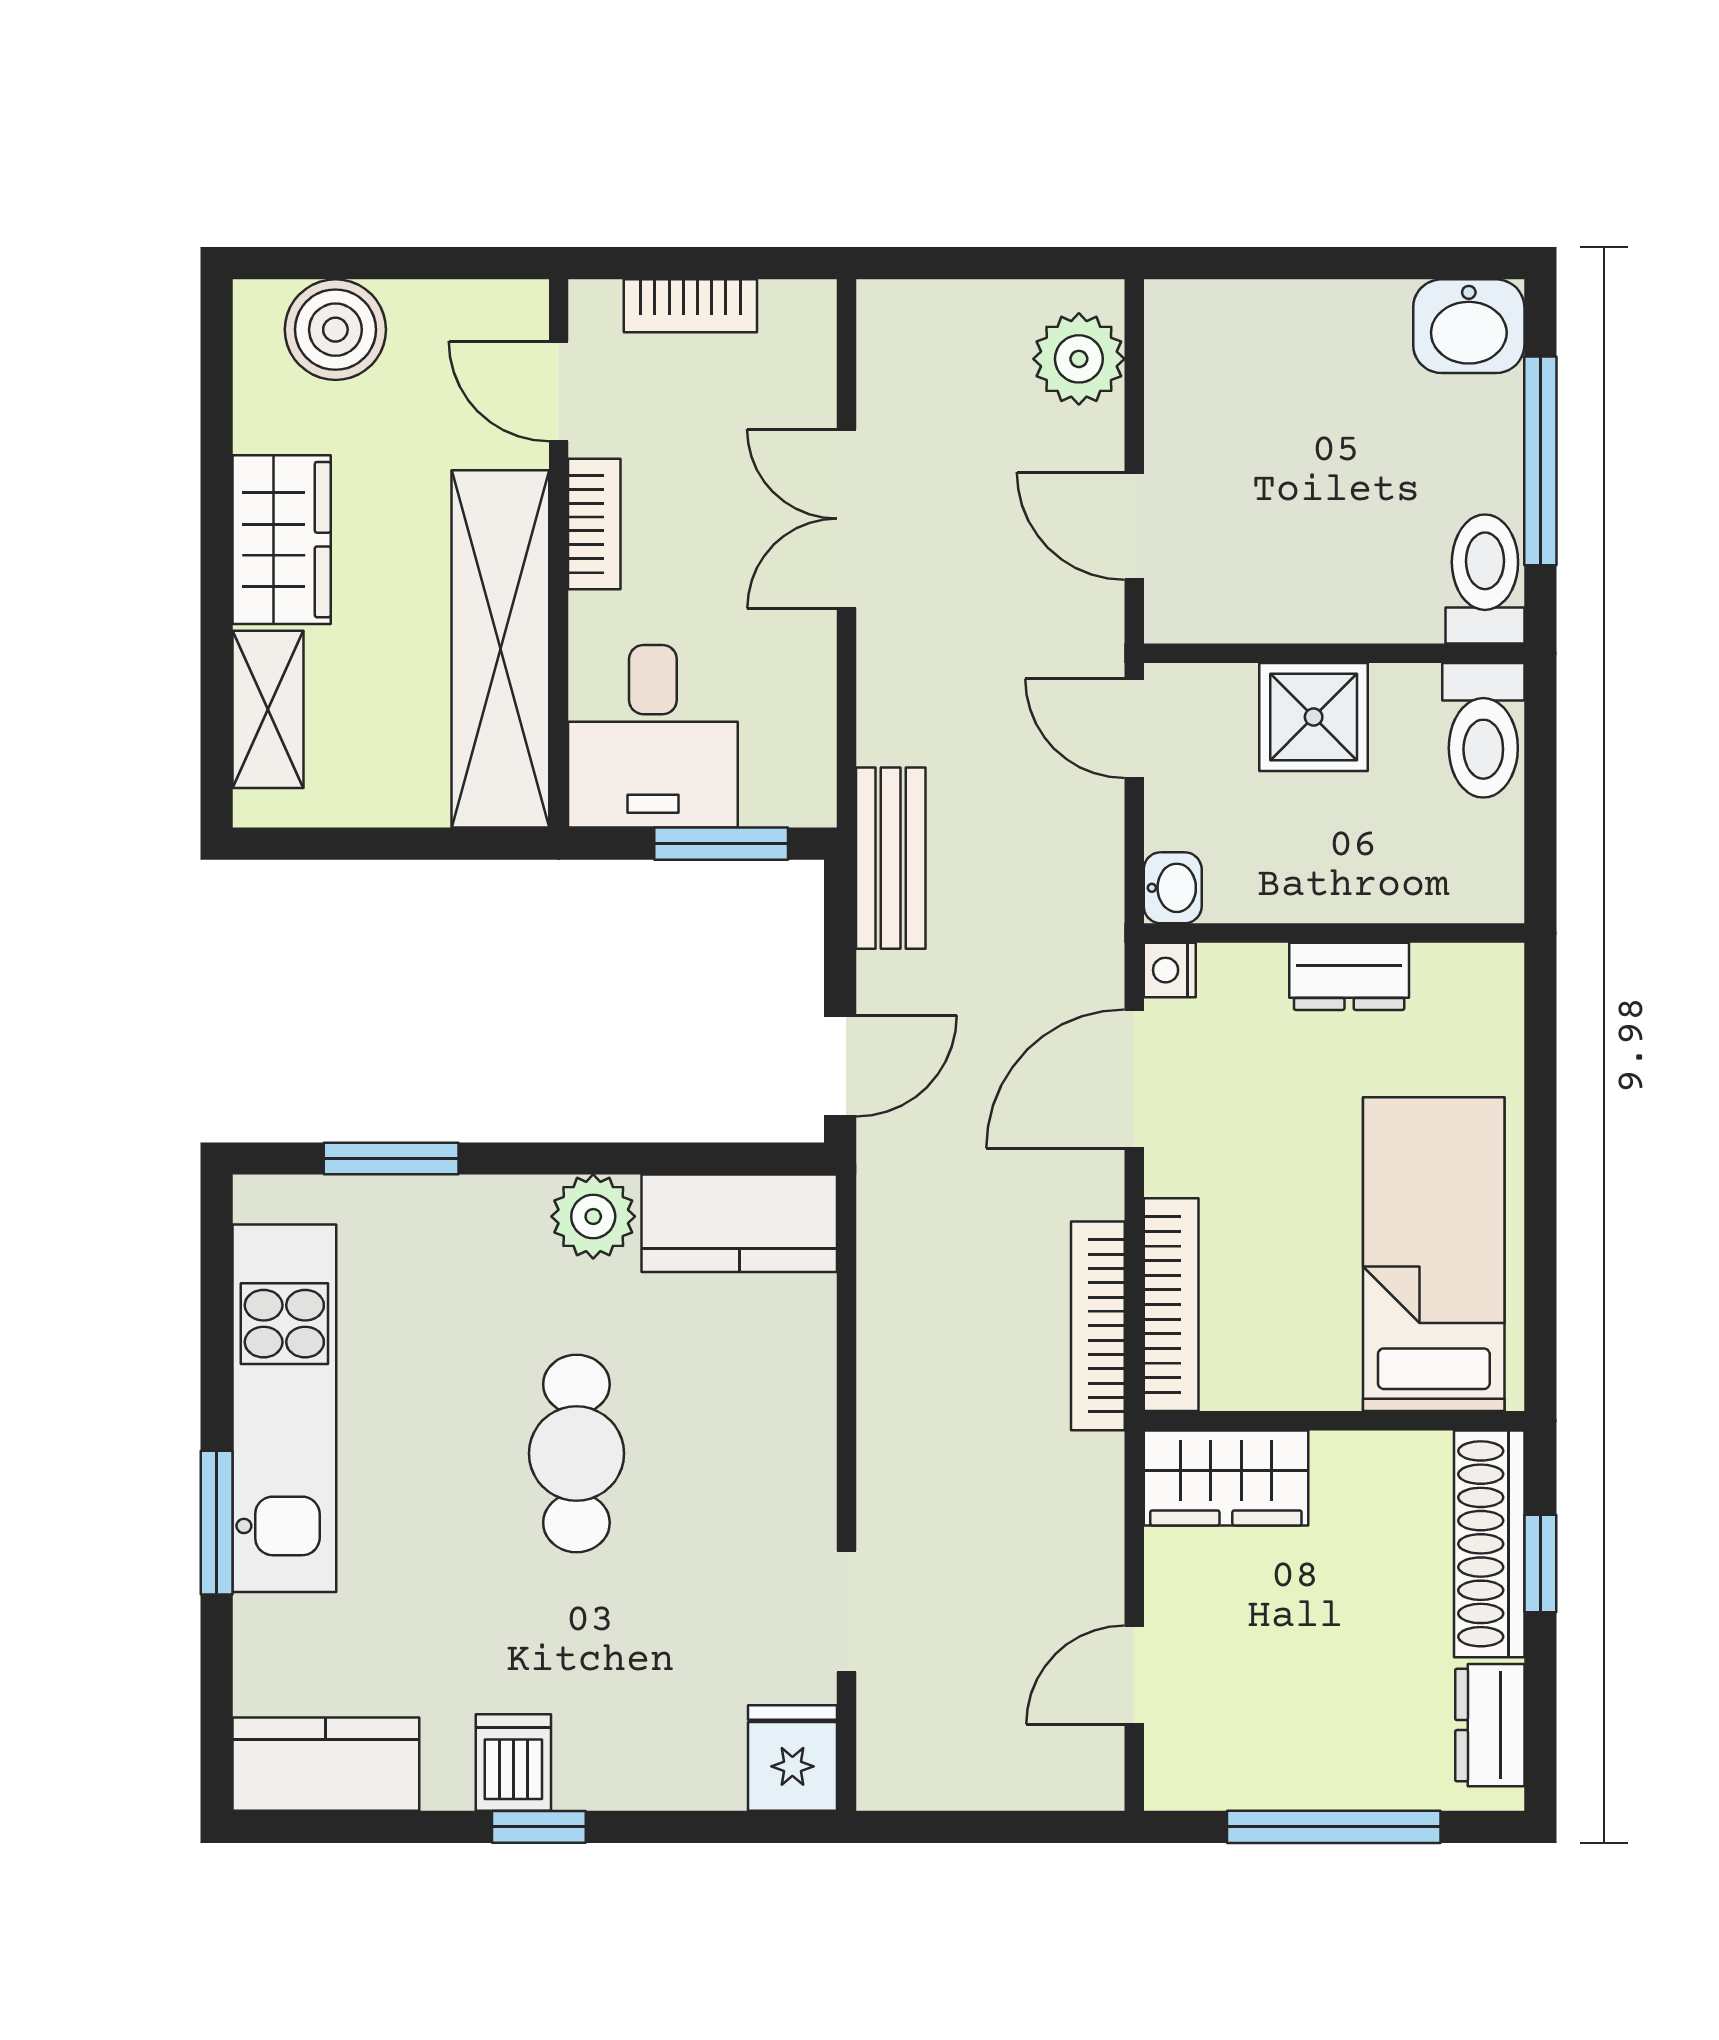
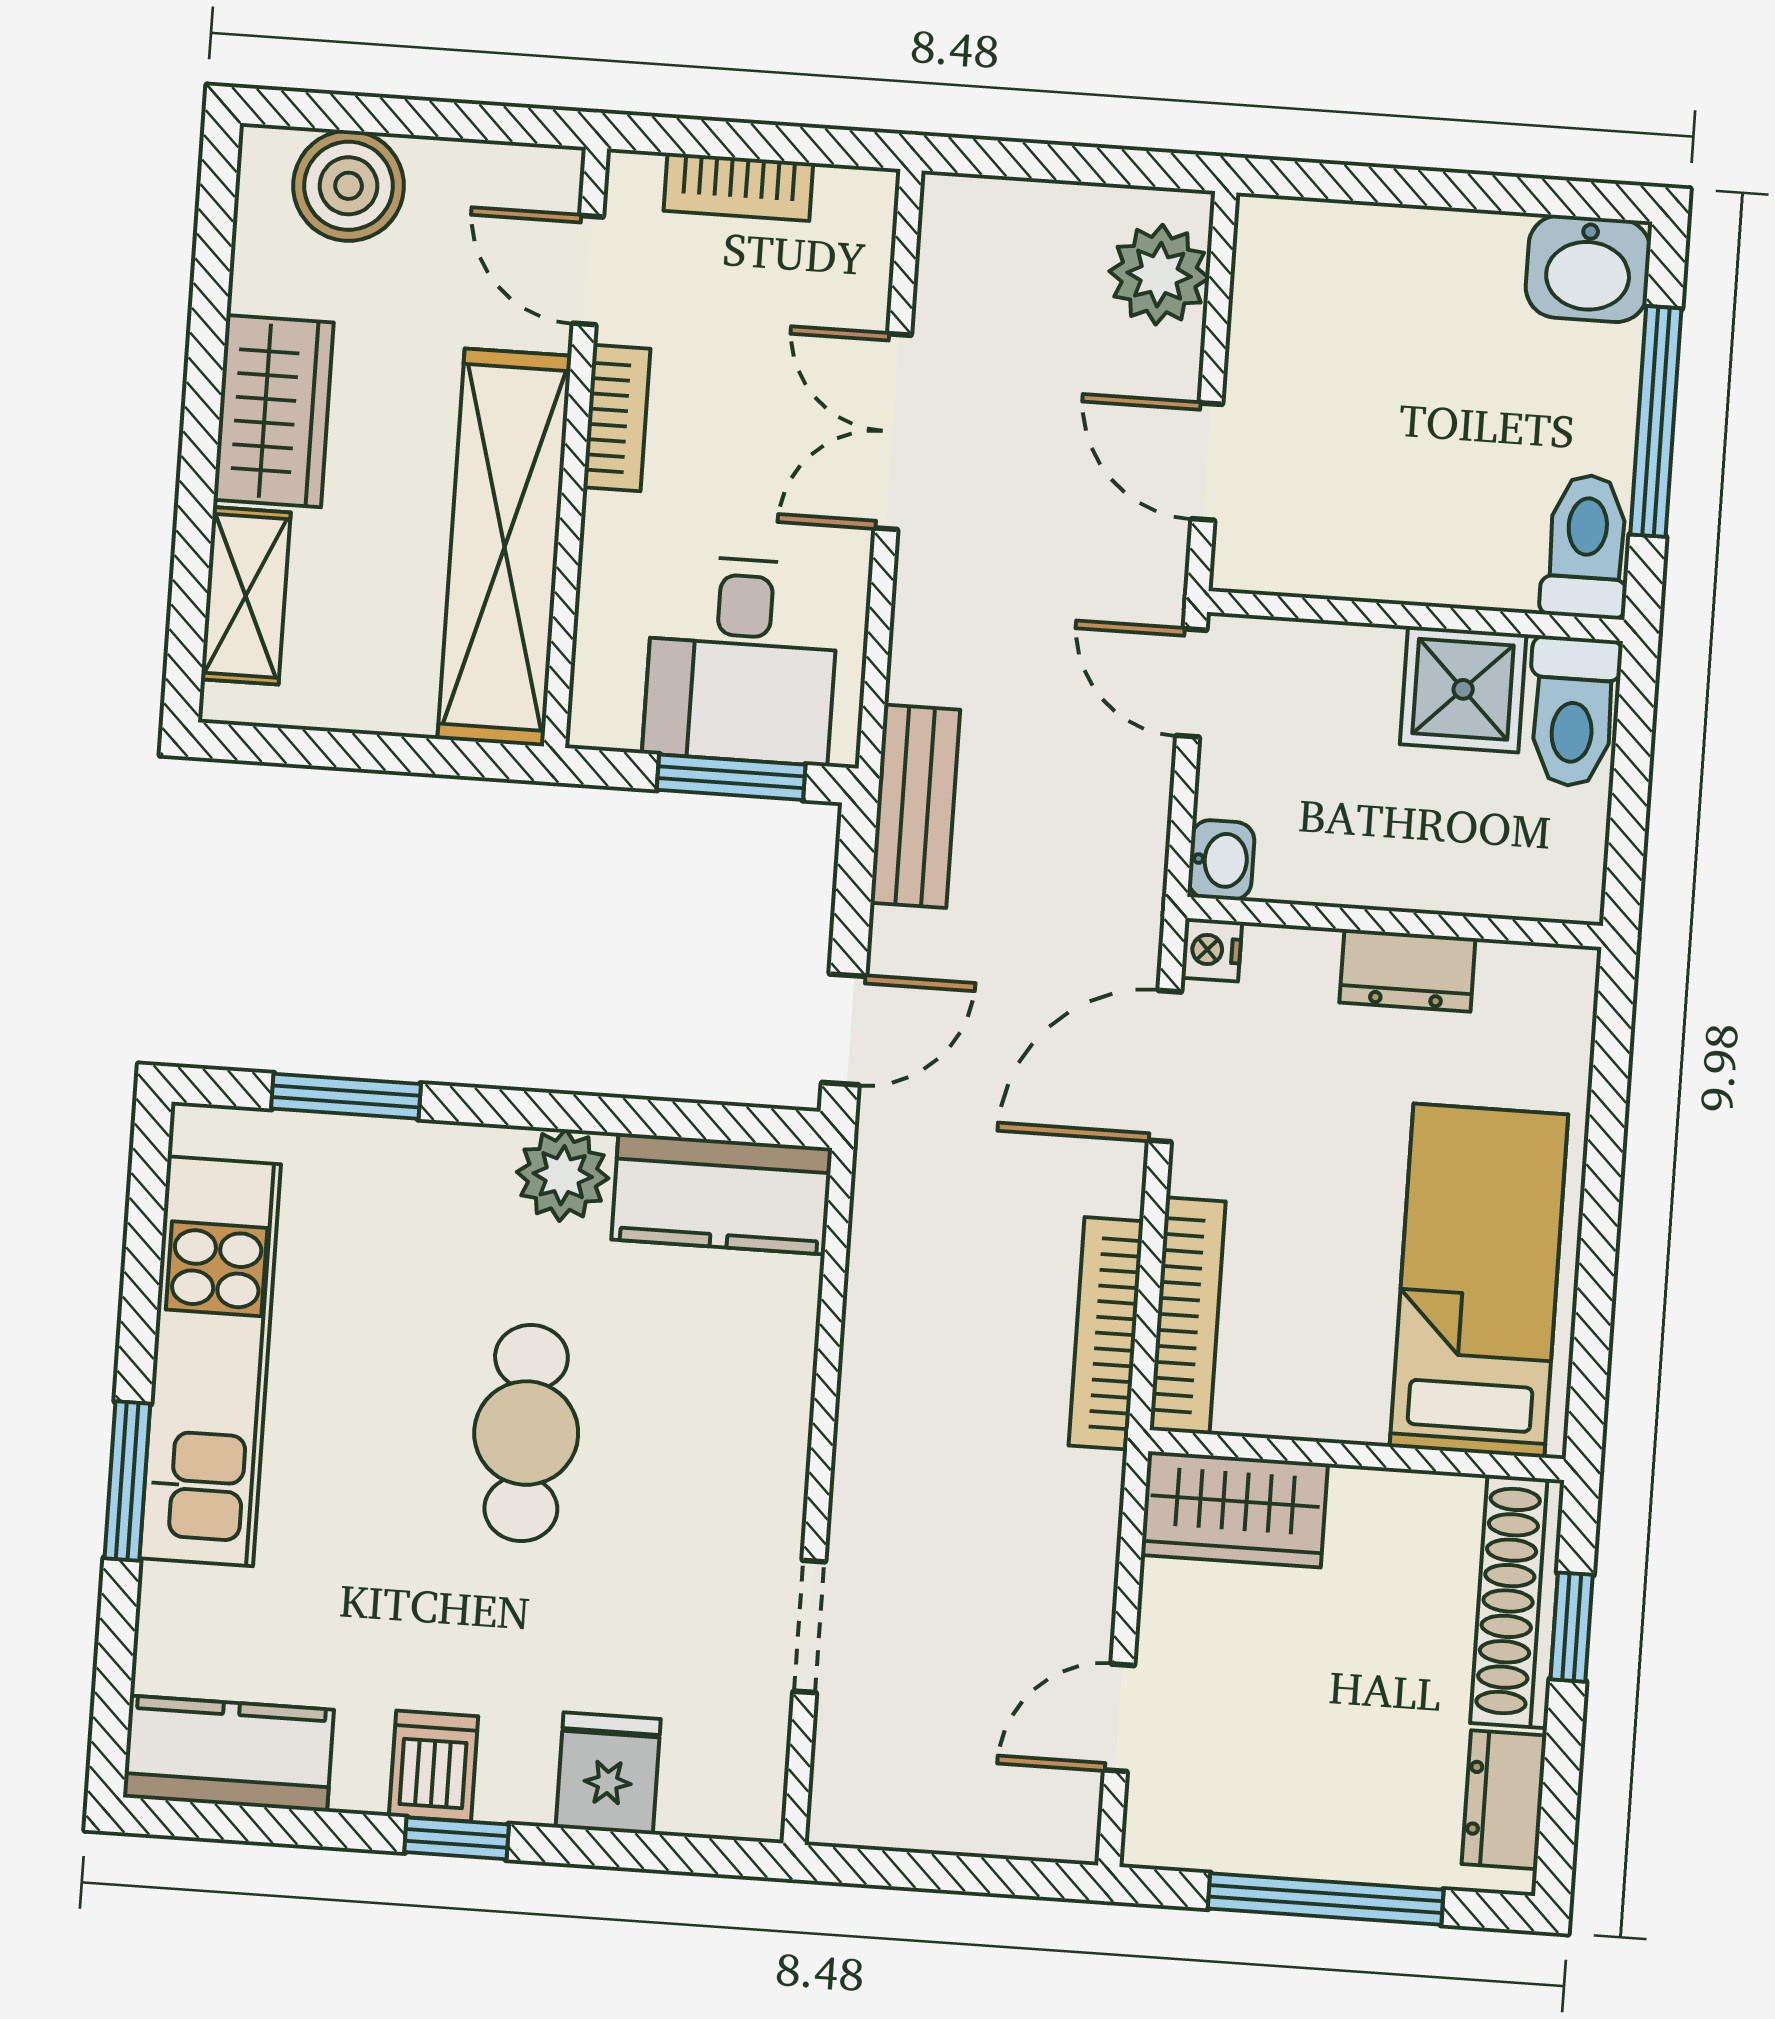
shower: (1314, 717) -> (1463, 689), moved
desk: (653, 736) -> (742, 660), moved
fridge: (792, 1758) -> (608, 1773), moved

